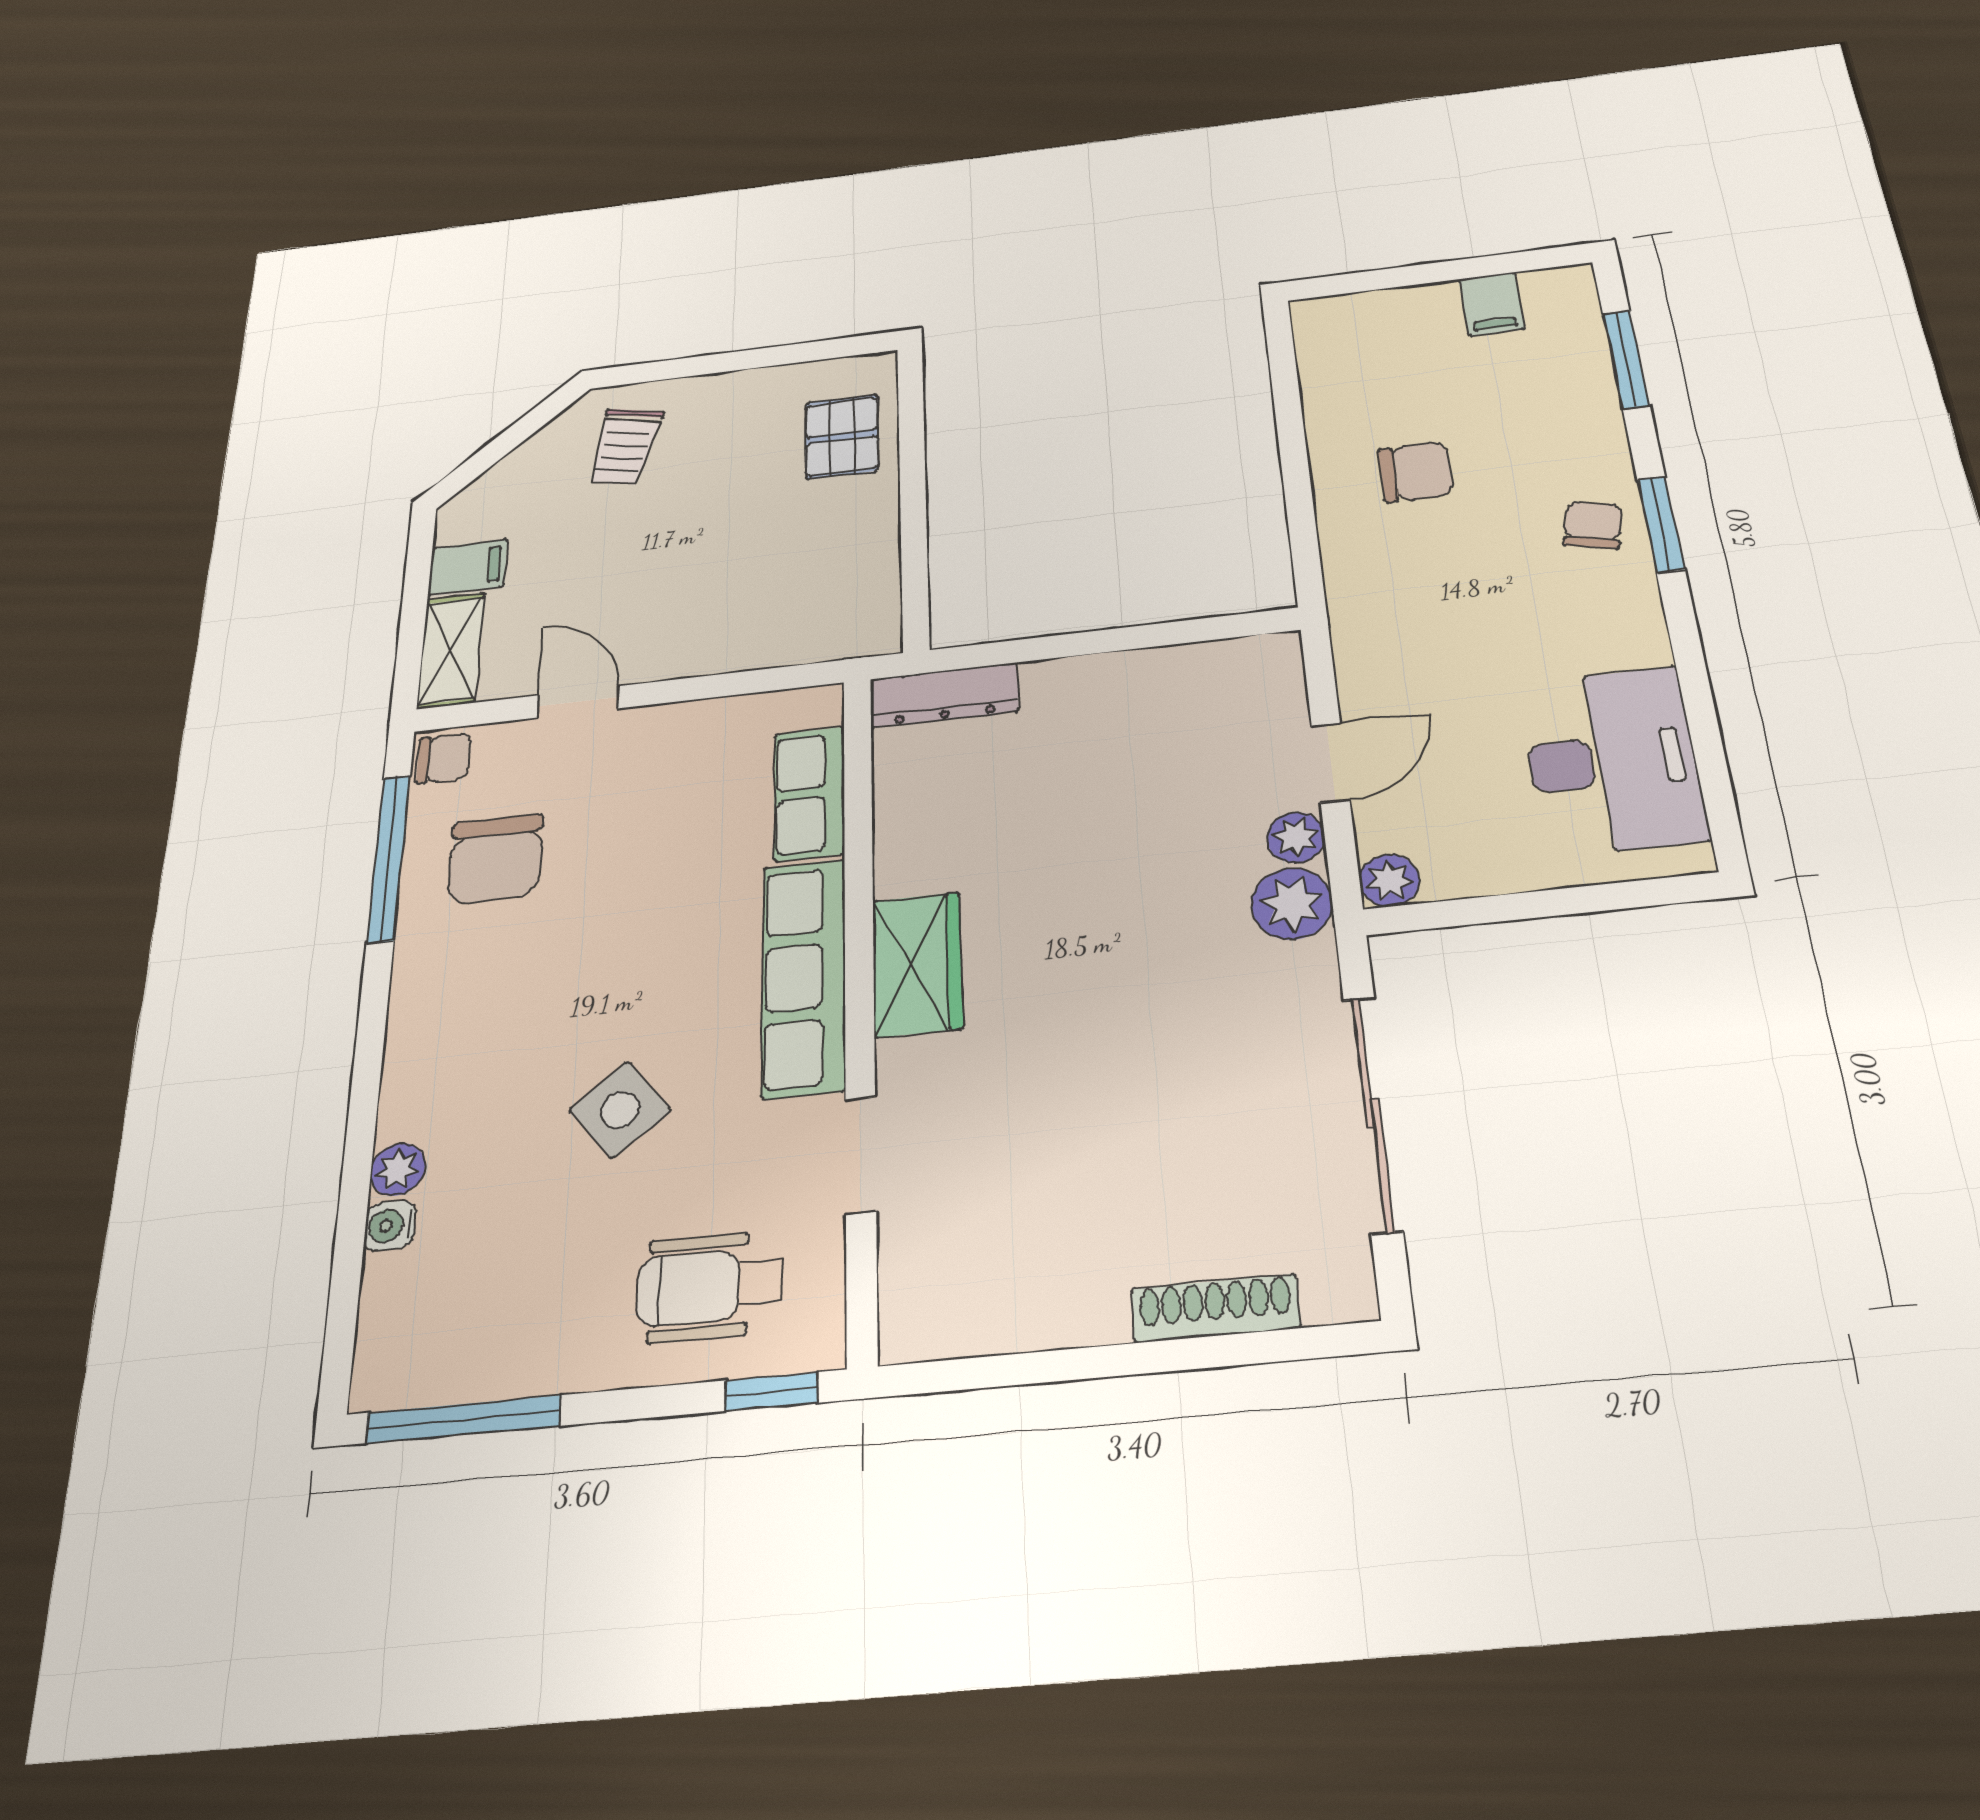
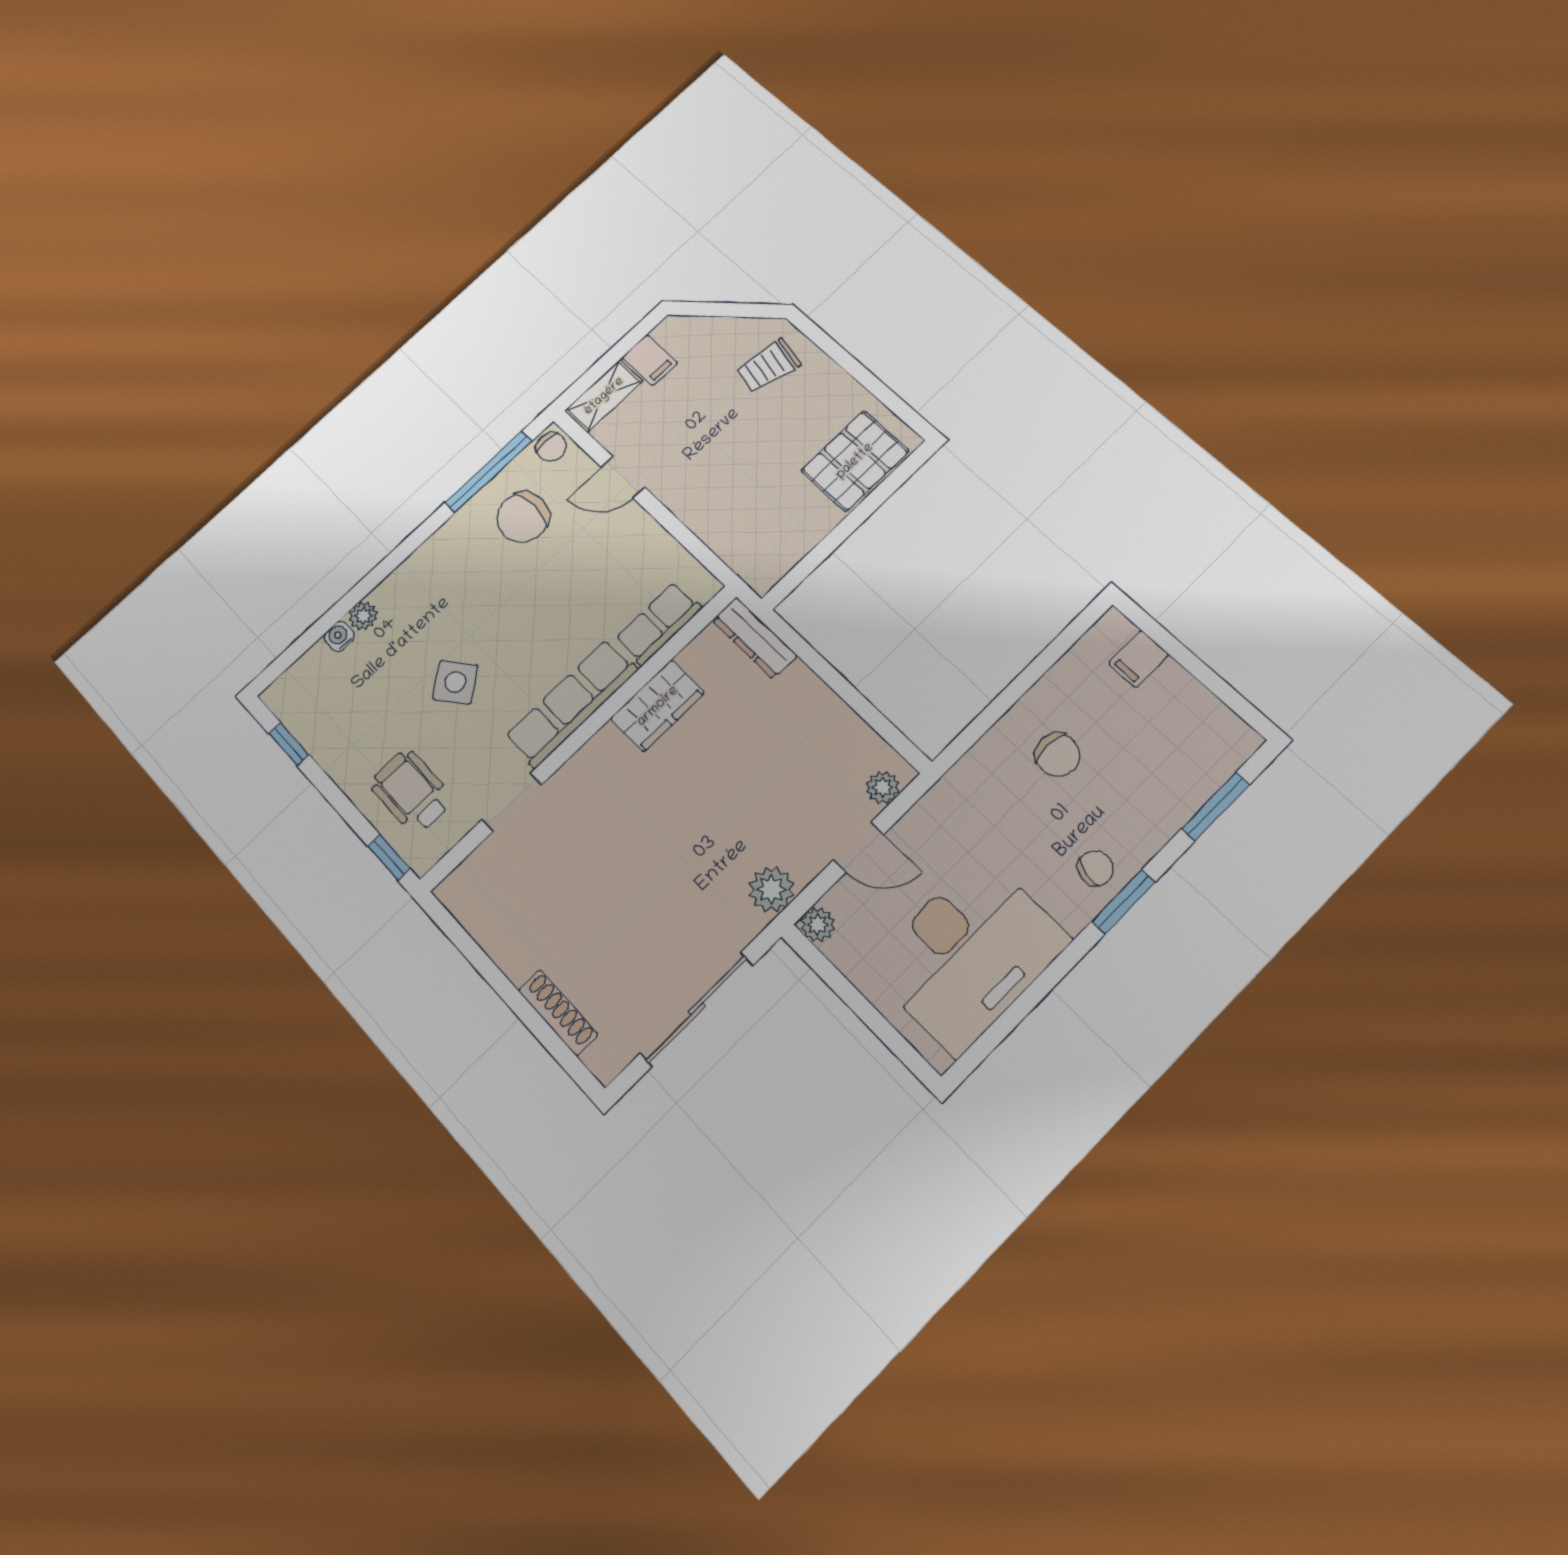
filing cabinet: (1492, 304) -> (1139, 659), moved
pallet: (842, 437) -> (855, 461), width x1.50, depth x1.42
door: (578, 702) -> (623, 477), swing flipped
desk: (1612, 761) -> (969, 954), width x1.36, depth x1.30
plant: (1296, 837) -> (883, 787), moved
wardrobe: (917, 964) -> (658, 706), moved
window: (463, 1419) -> (289, 744), width x0.46

